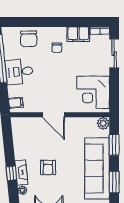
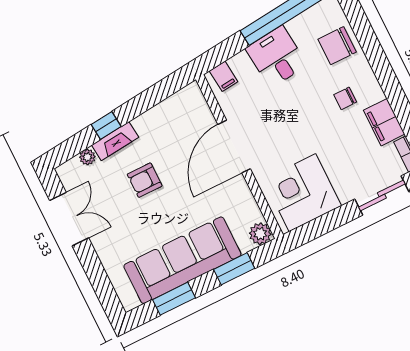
door: (53, 115) -> (234, 147), width x1.36

